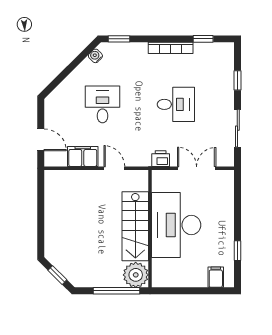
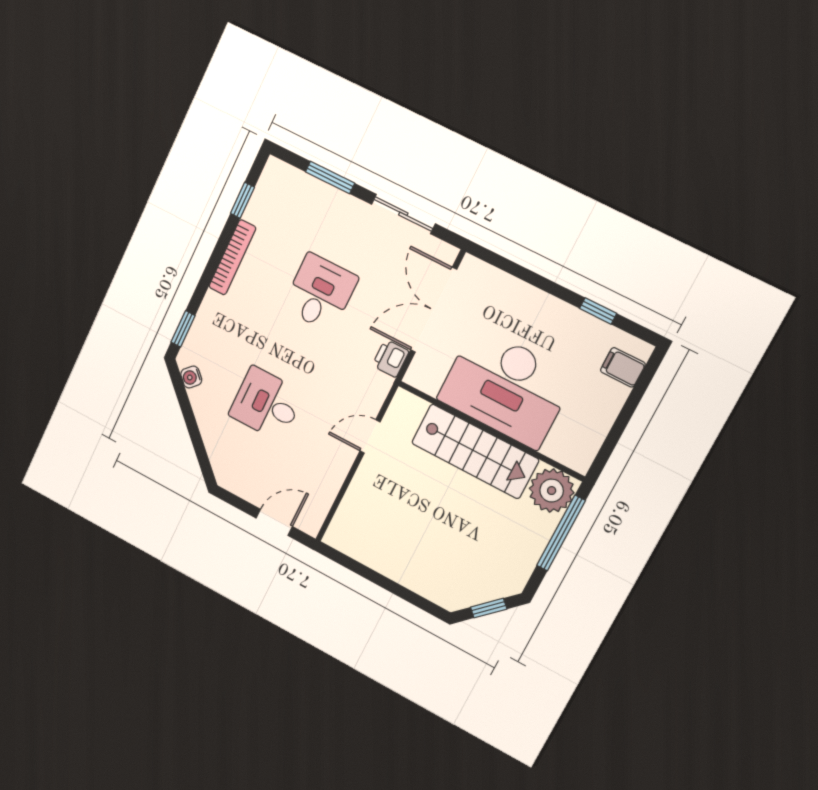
window: (237, 80) -> (330, 177), width x1.50
filing cabinet: (83, 156) -> (329, 474), removed
double door: (197, 168) -> (434, 310), width x1.37

